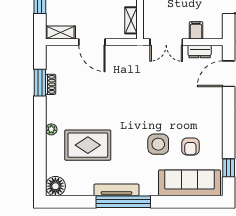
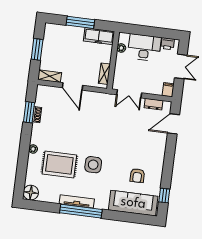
filing cabinet: (196, 30) -> (168, 90), moved
side table: (158, 144) -> (93, 165), moved

